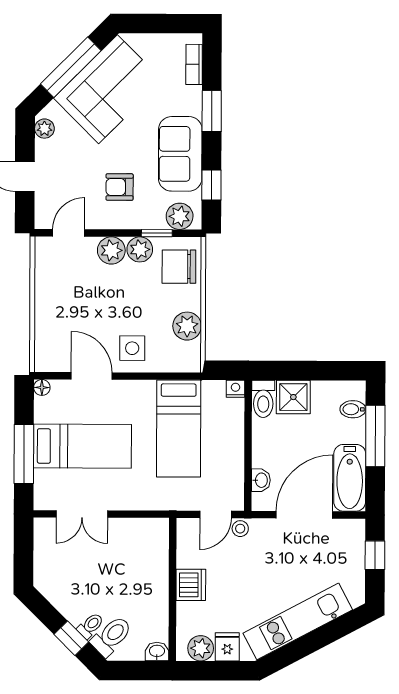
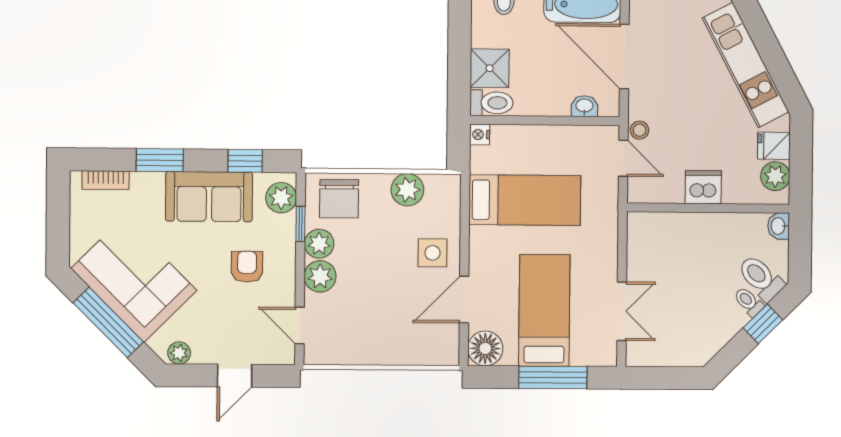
armchair: (120, 187) -> (247, 267), turned 180
floor lamp: (42, 387) -> (485, 348), width x1.89, depth x1.89

